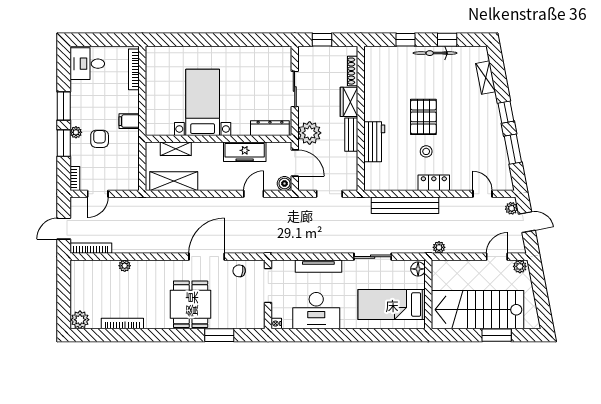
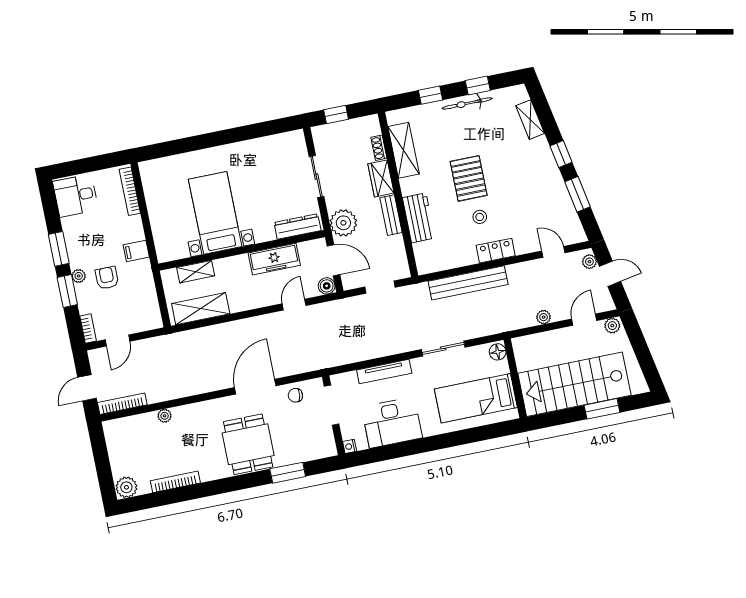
shoe rack: (353, 71) -> (379, 148), width x0.70
shelving: (373, 82) -> (404, 150), added
plant: (439, 247) -> (544, 317), moved

